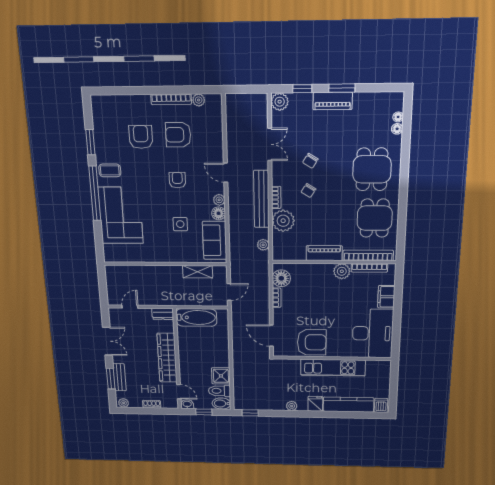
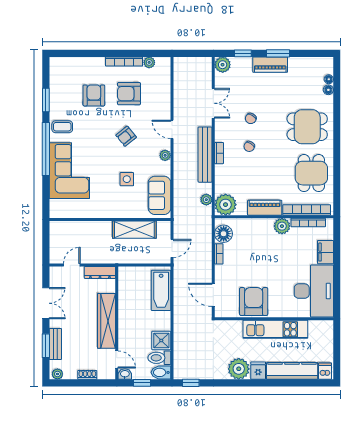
dining table: (372, 169) -> (307, 127), turned 90
armchair: (177, 180) -> (126, 136), turned -129
floor lamp: (219, 213) -> (164, 169), removed
plant: (283, 221) -> (226, 205), moved
shelving: (198, 272) -> (134, 230), width x1.50, depth x1.33
dresser: (163, 314) -> (100, 272), width x1.44
bathtub: (196, 317) -> (161, 290), moved, turned 90
armchair: (312, 342) -> (254, 301), turned -90
plant: (292, 406) -> (239, 369), width x1.87, depth x1.87

